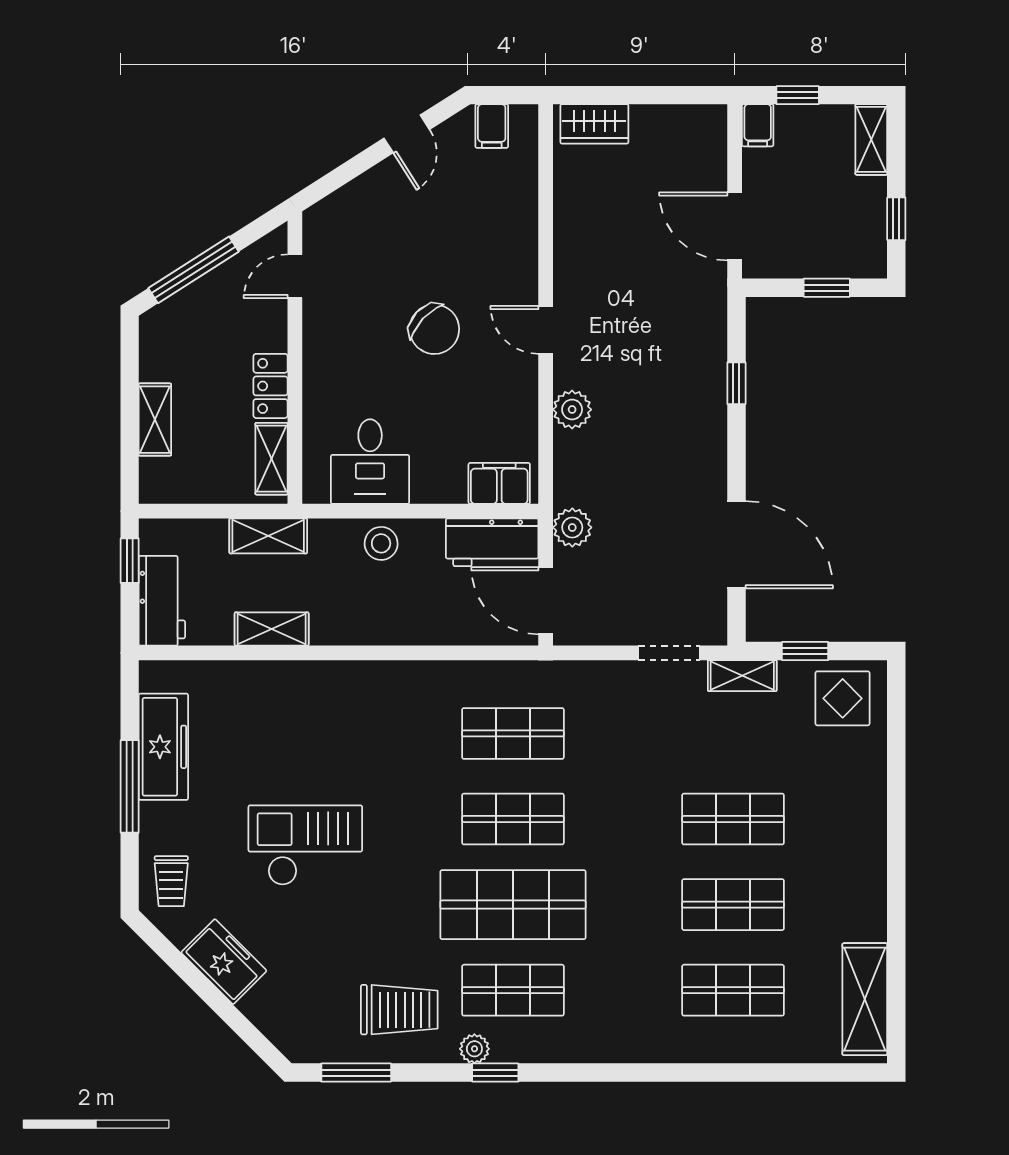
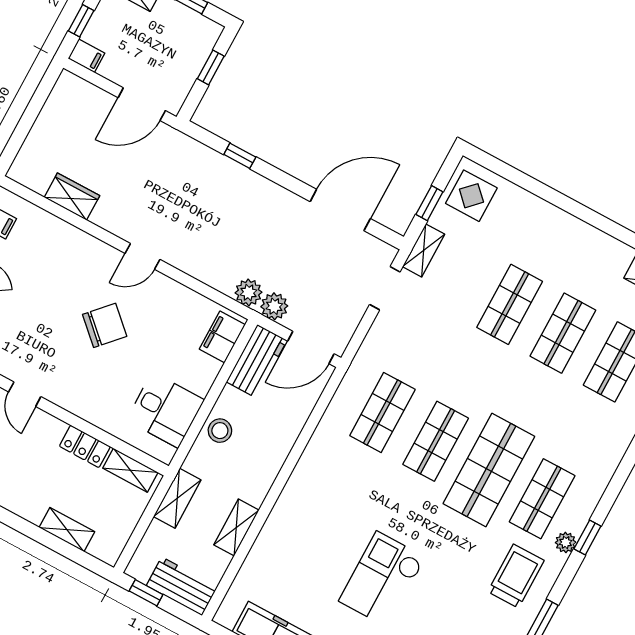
wardrobe: (594, 124) -> (72, 197), moved, turned -90
plant: (572, 410) -> (248, 293), moved

